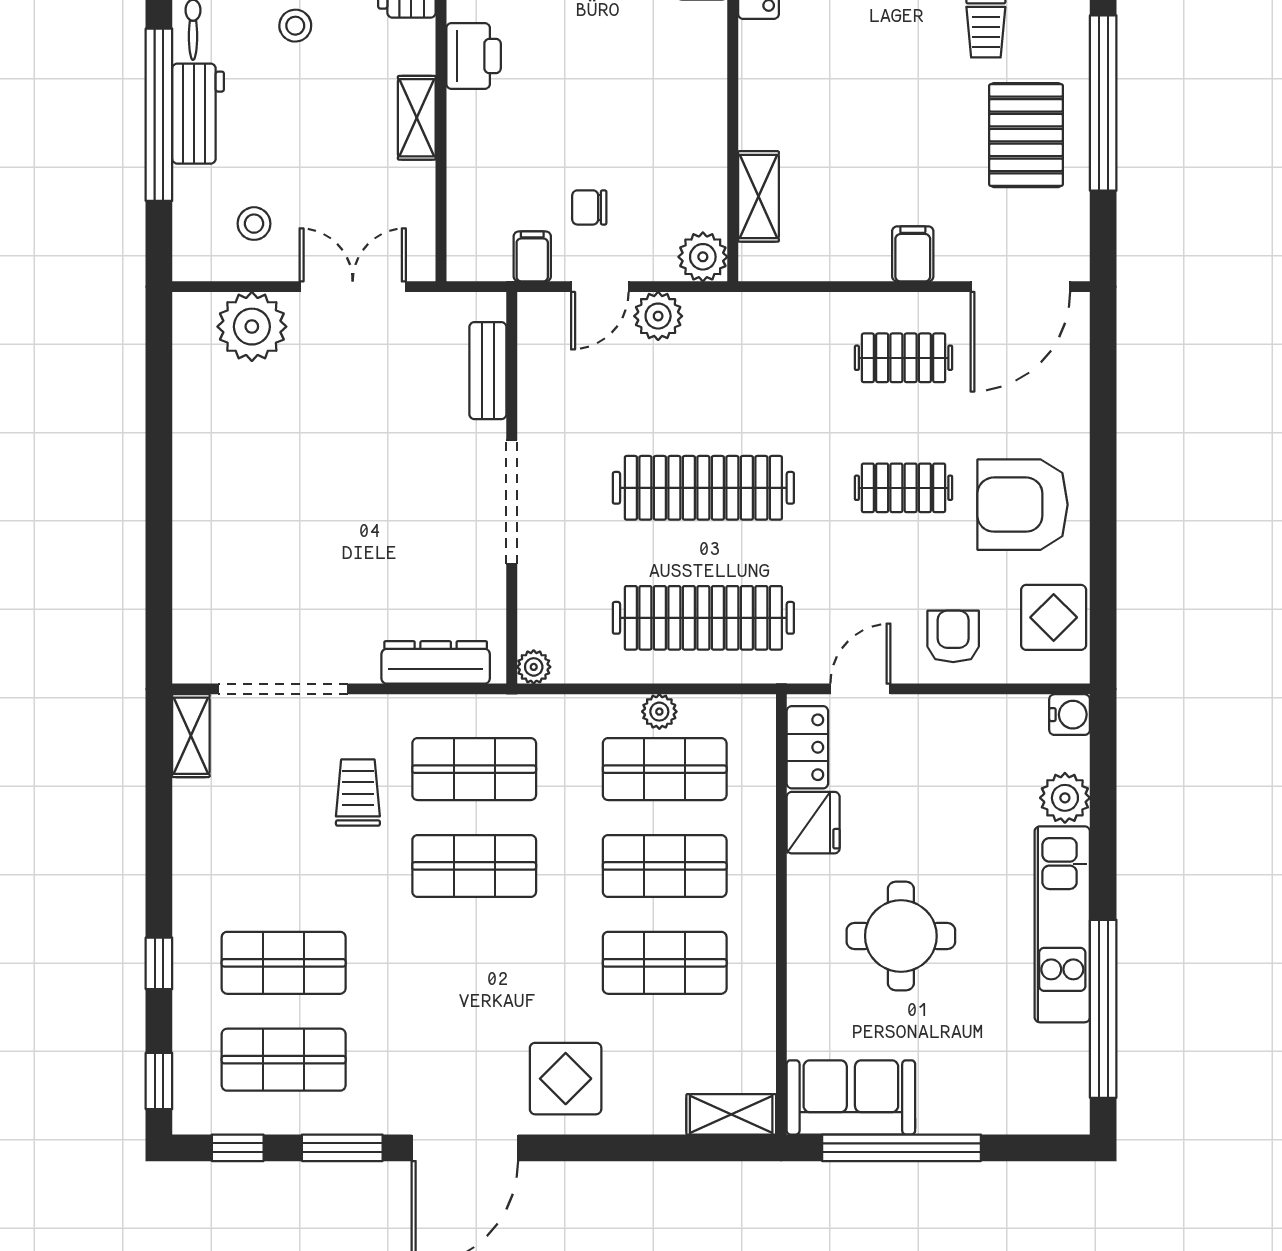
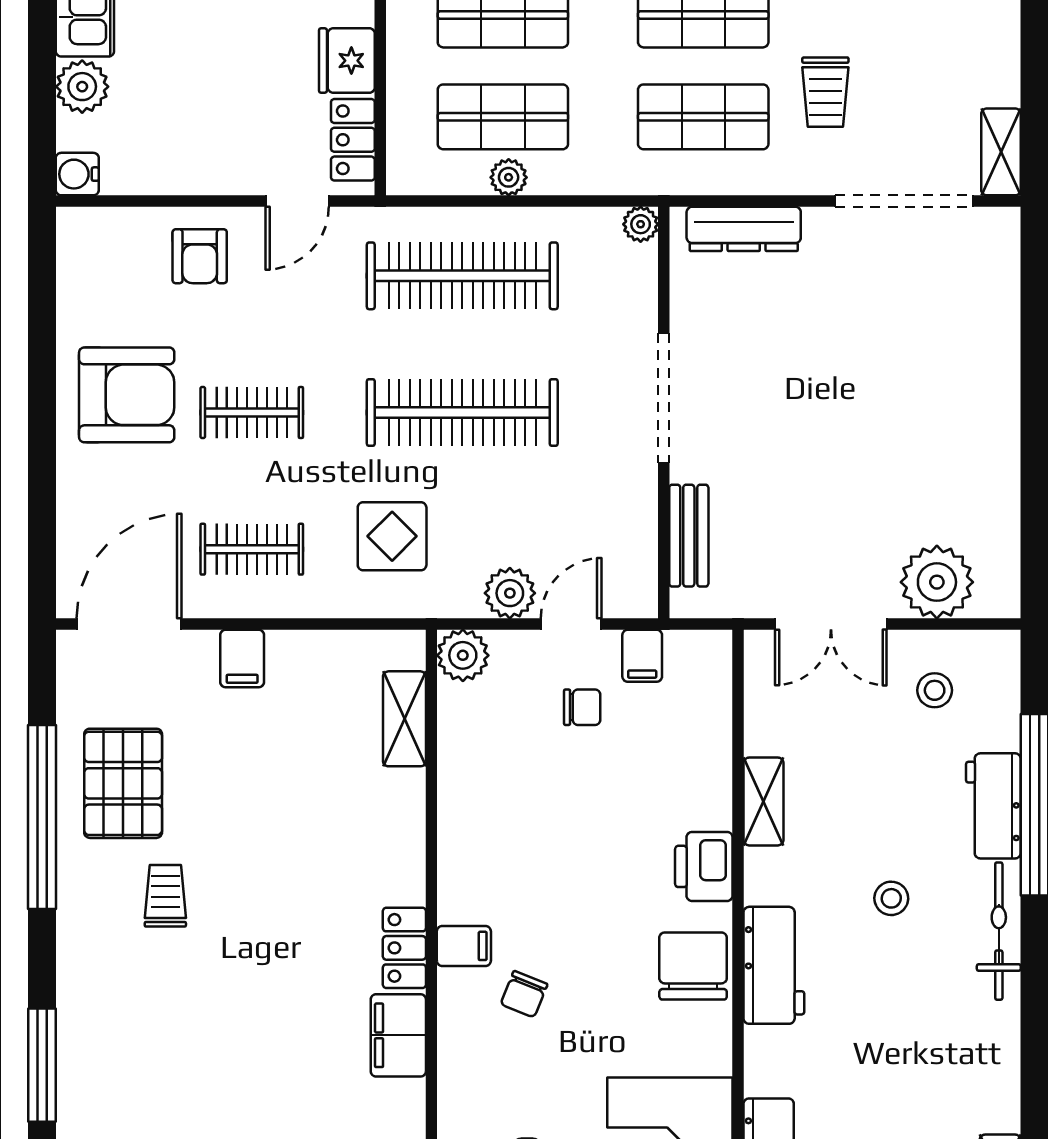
display table: (1054, 617) -> (392, 536), moved

